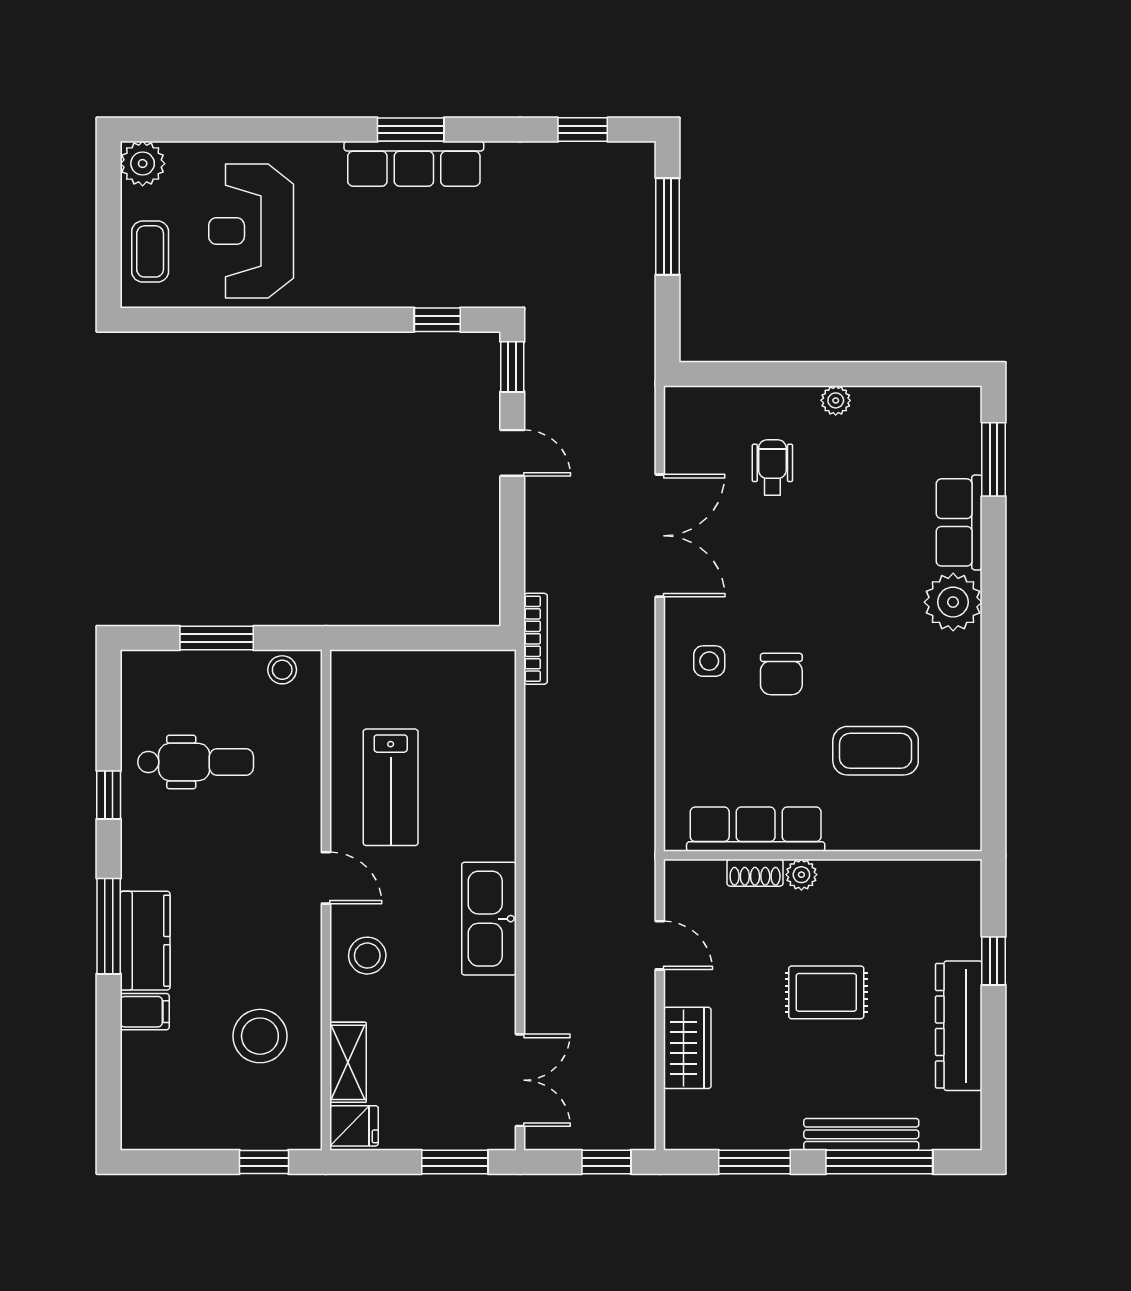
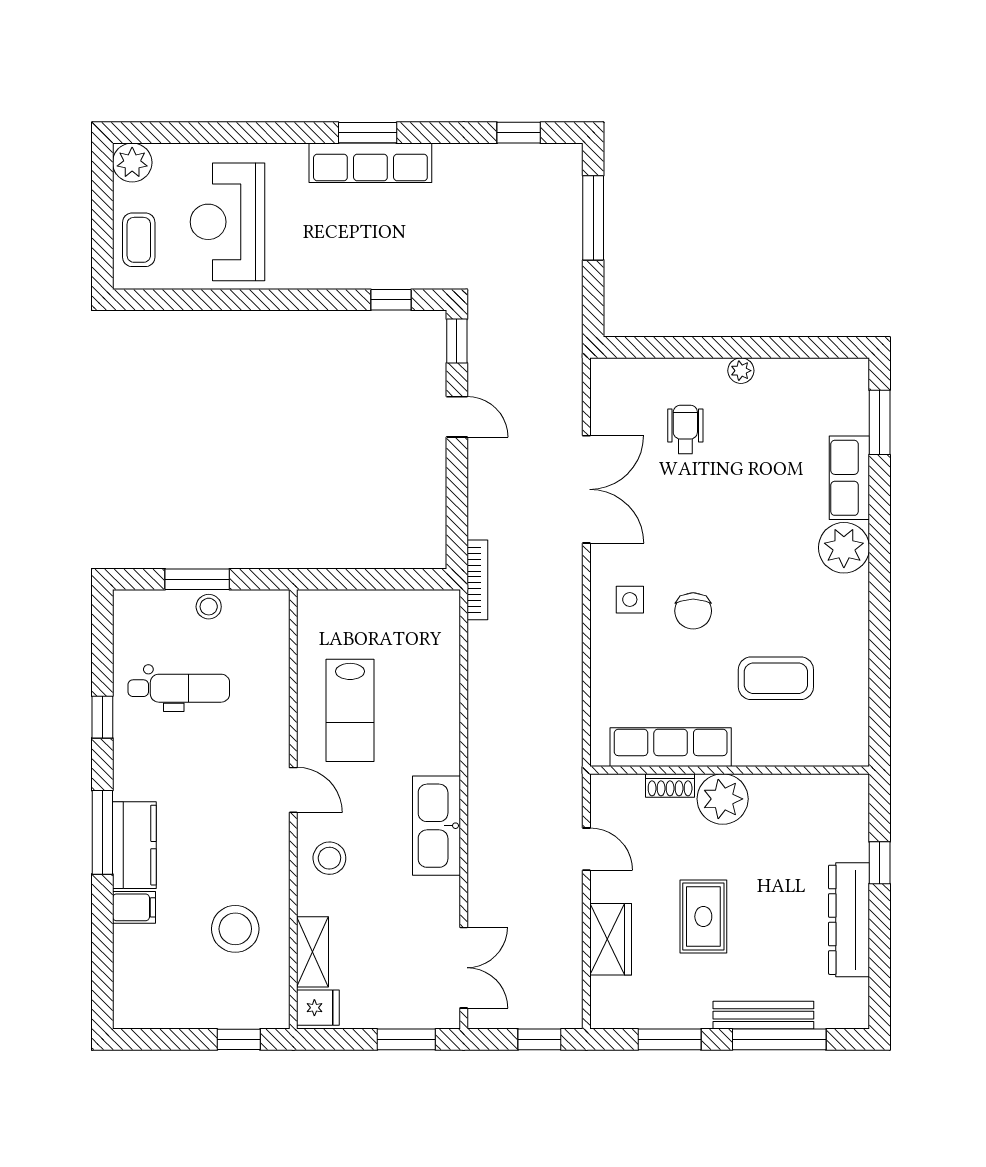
stool: (282, 670) -> (209, 607), moved
plant: (801, 875) -> (723, 799), width x1.87, depth x1.87
rug: (826, 992) -> (703, 917), moved, turned 90

